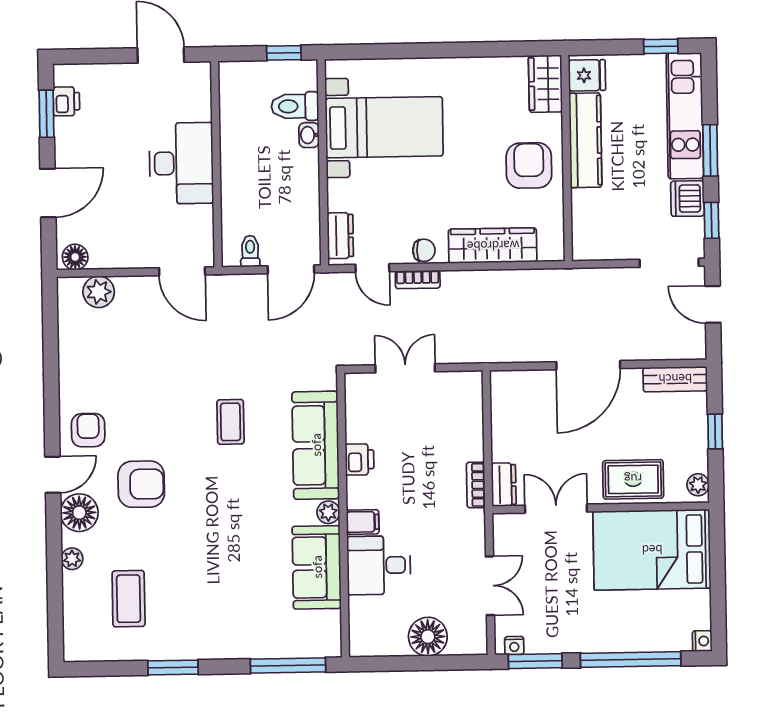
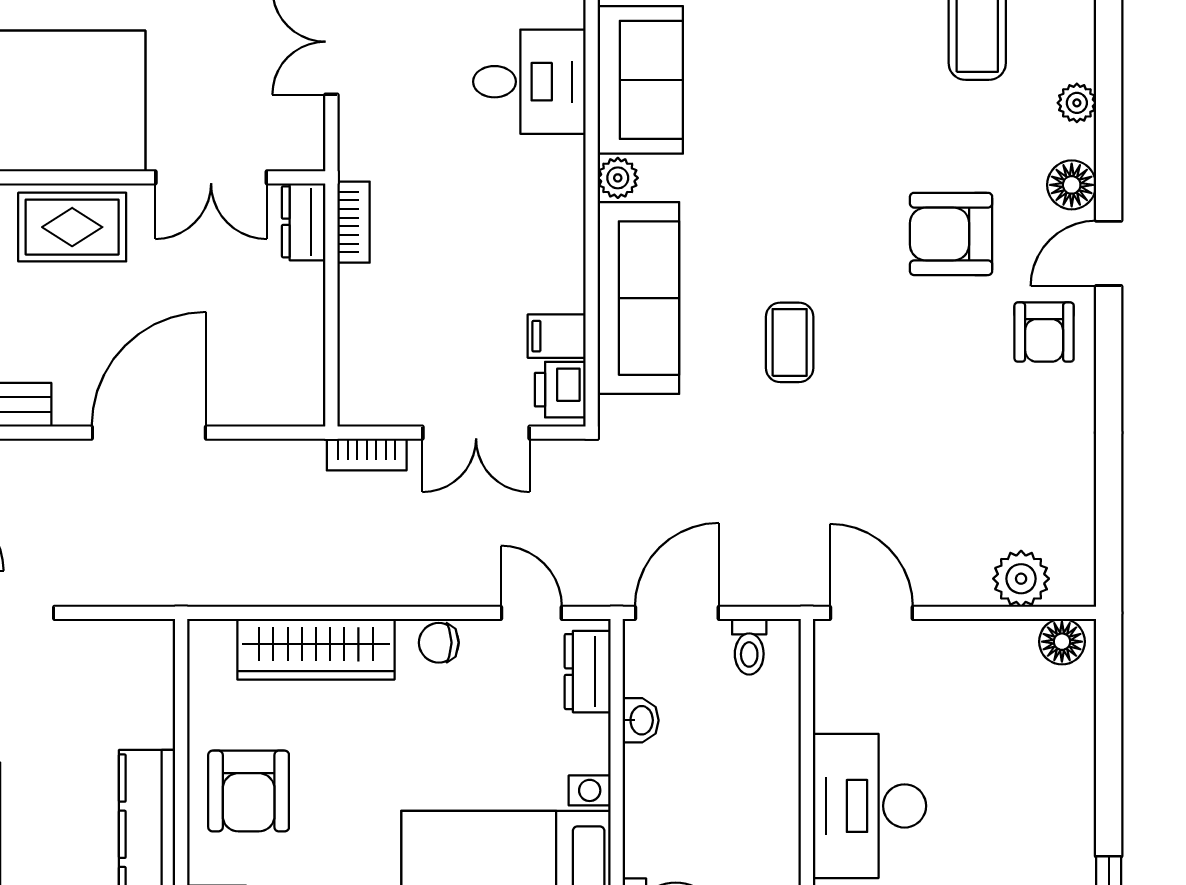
washbasin: (309, 135) -> (641, 720), moved
door: (48, 193) -> (1109, 757), removed
bookcase: (418, 279) -> (367, 455), moved, turned 180
printer: (360, 459) -> (560, 390), moved
floor lamp: (79, 513) -> (1072, 185), width x0.73, depth x0.73
filing cabinet: (363, 522) -> (557, 336), moved

